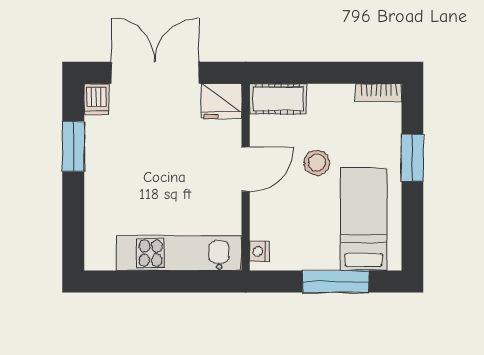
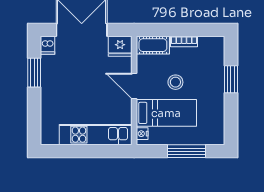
bookcase: (378, 93) -> (184, 42), moved
door: (246, 169) -> (134, 86), swing flipped
bed: (364, 219) -> (166, 113), moved, turned 90

